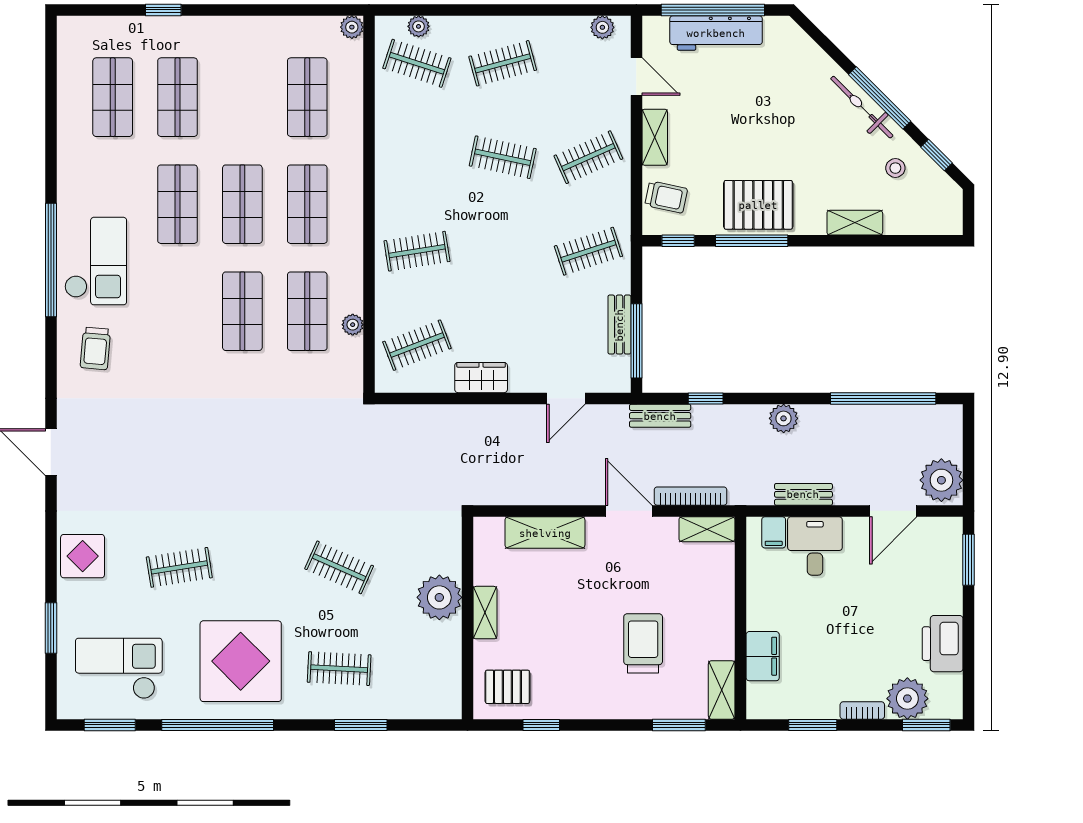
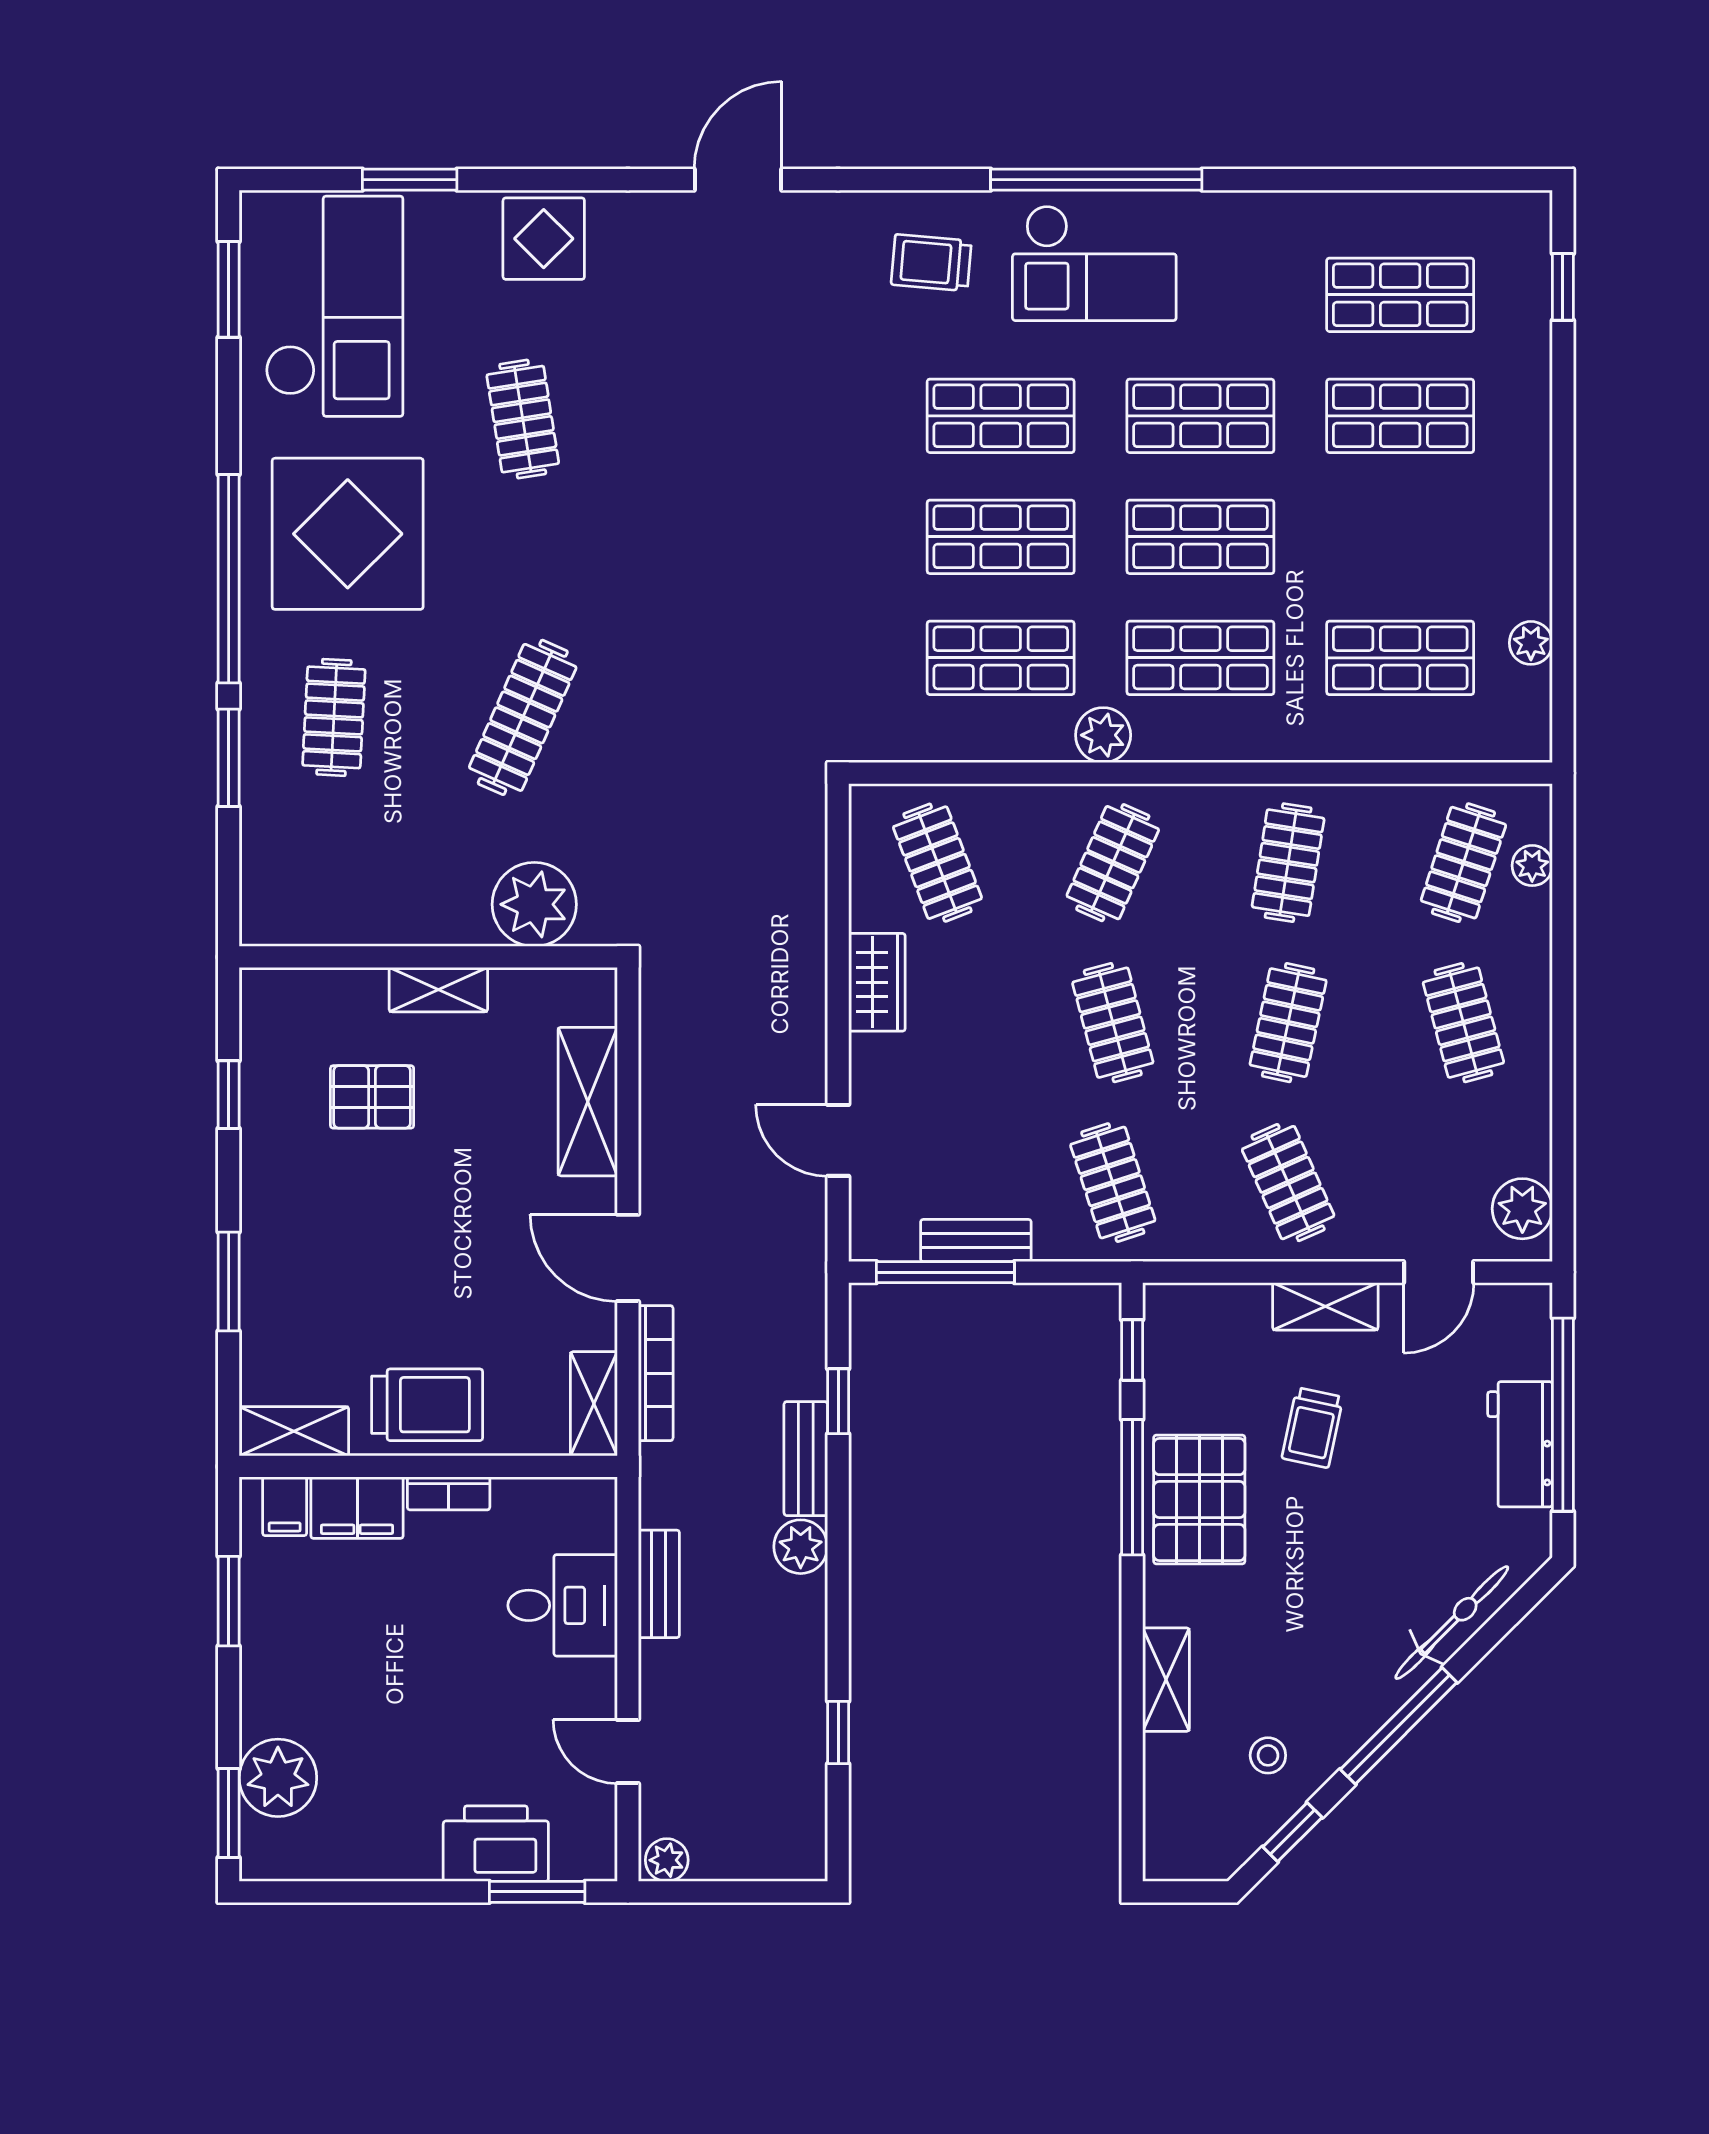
window: (163, 10) -> (1563, 287), moved
plant: (352, 27) -> (1531, 643), moved
plant: (602, 27) -> (1522, 1209), width x1.38, depth x1.38
workbench: (716, 33) -> (1520, 1444), width x0.73
bicycle: (862, 107) -> (1452, 1623), moved
clothes rail: (417, 157) -> (1288, 863), added
trolley: (666, 197) -> (1312, 1428), moved
clothes rail: (417, 251) -> (1113, 863), turned 33
clothes rail: (503, 251) -> (1113, 1023), added
shop shelf: (178, 311) -> (1001, 416), added
plant: (353, 325) -> (1103, 735), moved, width x1.38, depth x1.38
window: (883, 398) -> (838, 1733), width x0.32
bench: (660, 416) -> (806, 1459), moved
plant: (941, 480) -> (667, 1860), width x0.53, depth x0.53
door: (629, 511) -> (628, 1258), swing flipped
door: (893, 511) -> (628, 1751), width x0.73
filing cabinet: (774, 532) -> (285, 1506), moved, turned -90
clothes rail: (339, 567) -> (523, 717), width x1.36
plant: (439, 597) -> (534, 904), moved
trolley: (643, 643) -> (427, 1405), moved
printer: (943, 644) -> (496, 1844), moved
checkout: (119, 668) -> (334, 306), width x1.36, depth x1.21
pallet: (507, 687) -> (372, 1097), moved, turned 90
bookcase: (862, 710) -> (449, 1493), moved, turned 90
window: (218, 725) -> (229, 579), moved
window: (679, 725) -> (229, 1282), moved

